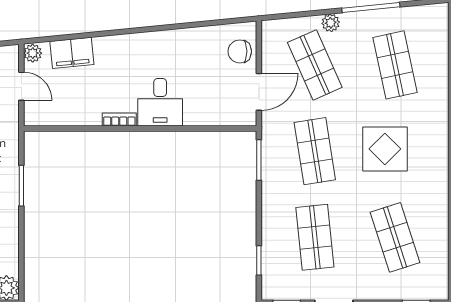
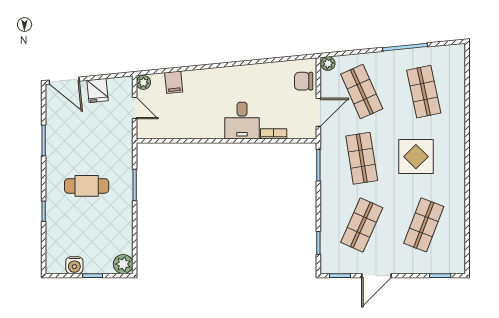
plant: (331, 23) -> (328, 63), moved
filing cabinet: (72, 53) -> (174, 82), width x0.50
bookcase: (119, 120) -> (274, 134), moved
shop shelf: (315, 237) -> (362, 225), turned 30
shop shelf: (395, 237) -> (424, 225), turned 39

